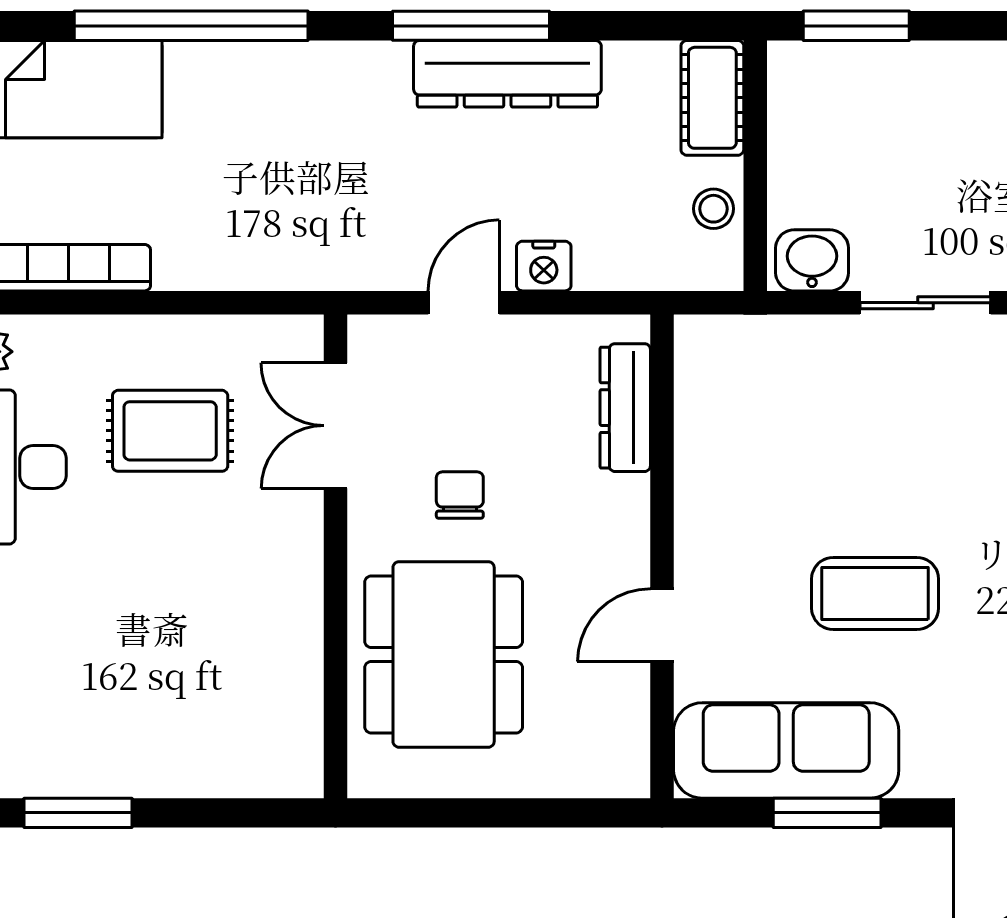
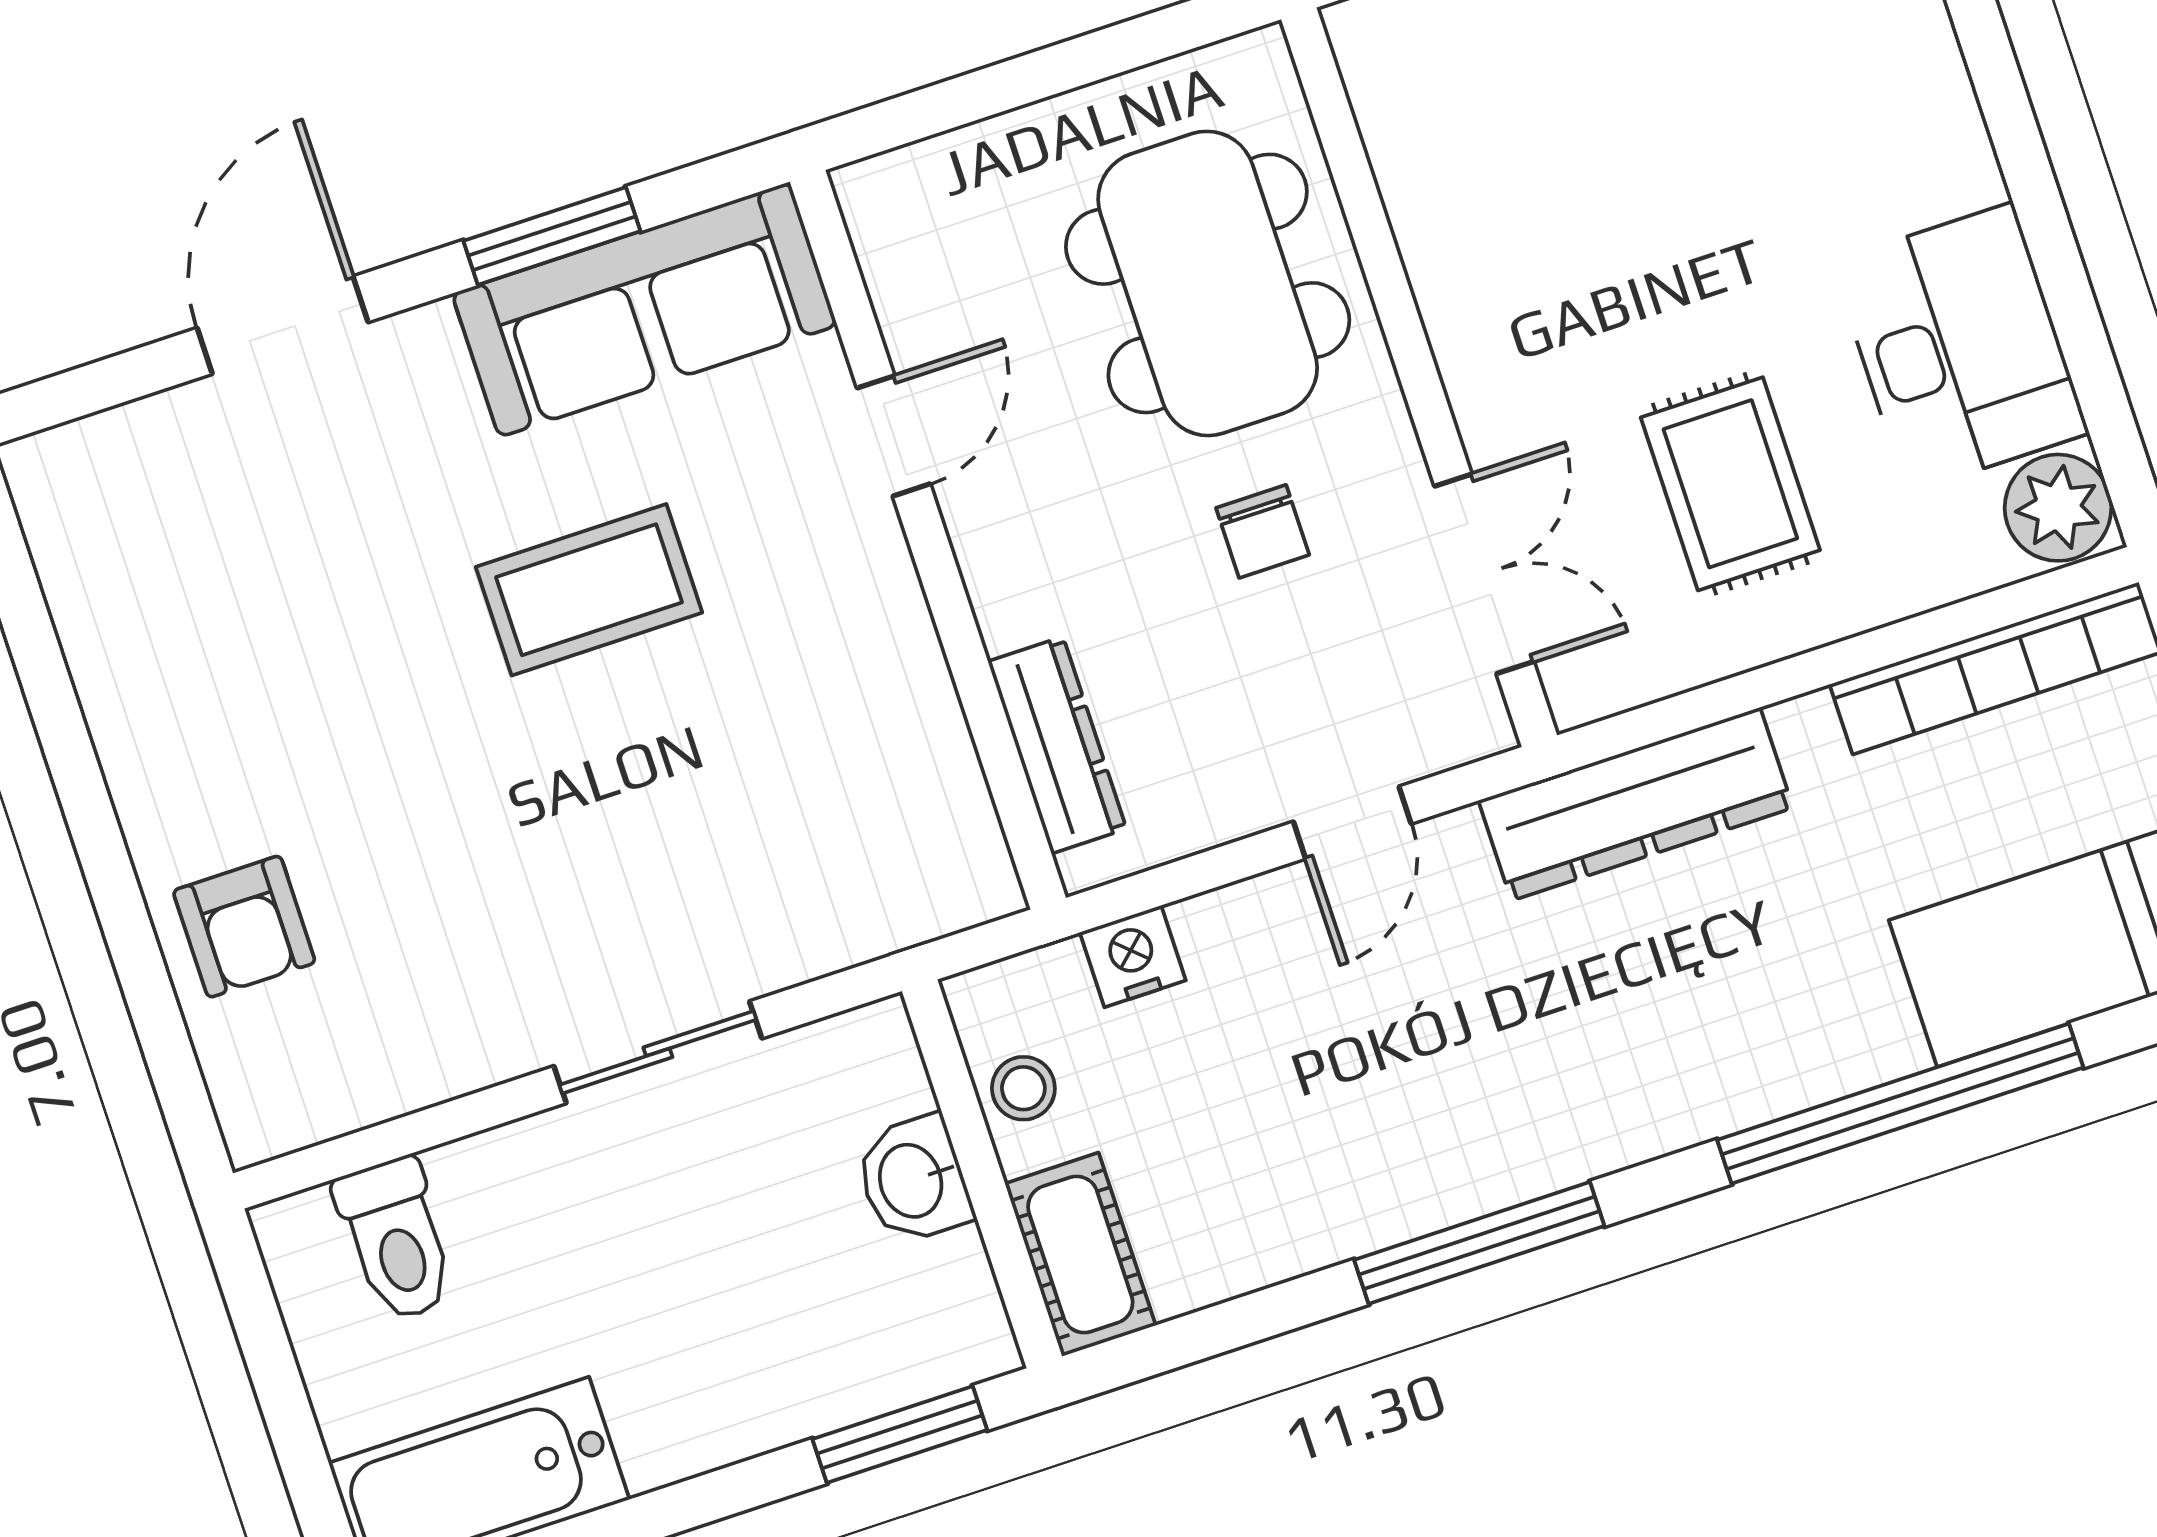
dresser: (507, 74) -> (1636, 804), moved, turned 180
washbasin: (812, 260) -> (913, 1180), moved, turned 90
nightstand: (544, 266) -> (1133, 956), moved
rug: (170, 431) -> (1730, 484), turned 90

